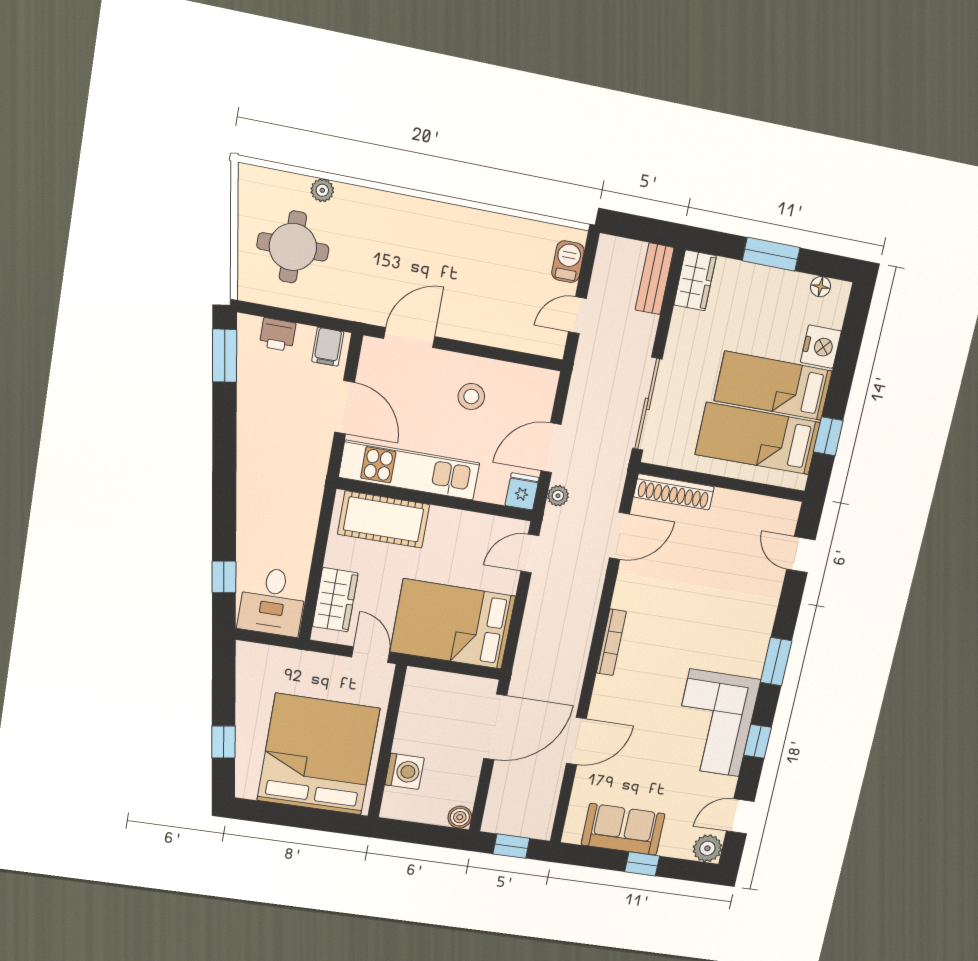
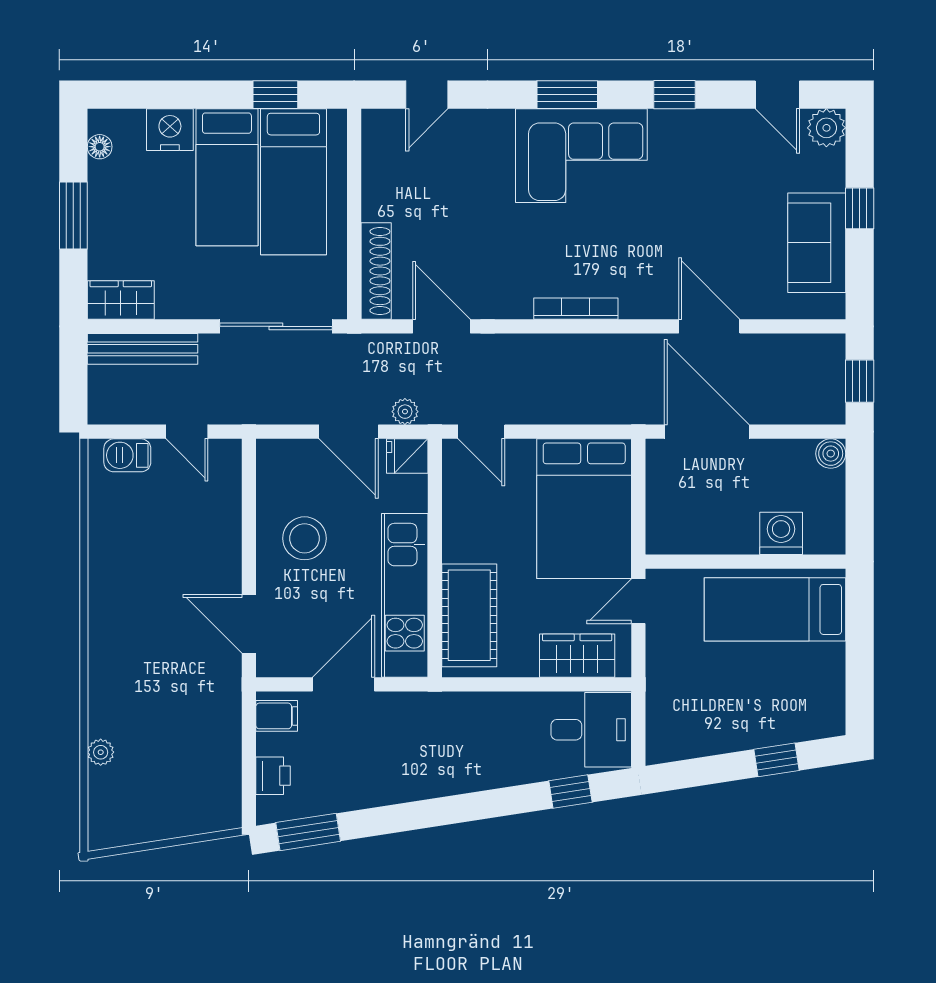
round table: (293, 247) -> (170, 775), removed
bench: (655, 279) -> (142, 349), width x1.36
stool: (471, 396) -> (305, 538), width x1.38, depth x1.38
corner sofa: (714, 723) -> (581, 156), moved
bed: (318, 754) -> (775, 609), width x0.49

